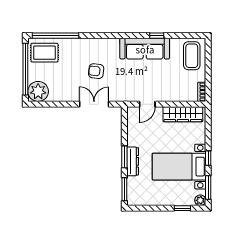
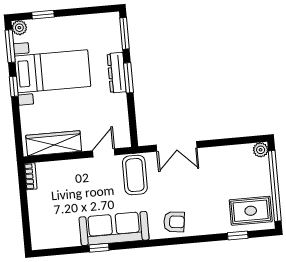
window: (55, 36) -> (238, 235), width x0.32
coffee table: (192, 56) -> (135, 175), moved
armchair: (96, 71) -> (174, 222), moved
plant: (38, 91) -> (261, 150), width x0.53, depth x0.53

